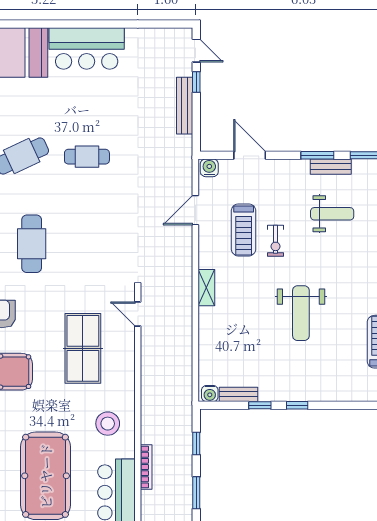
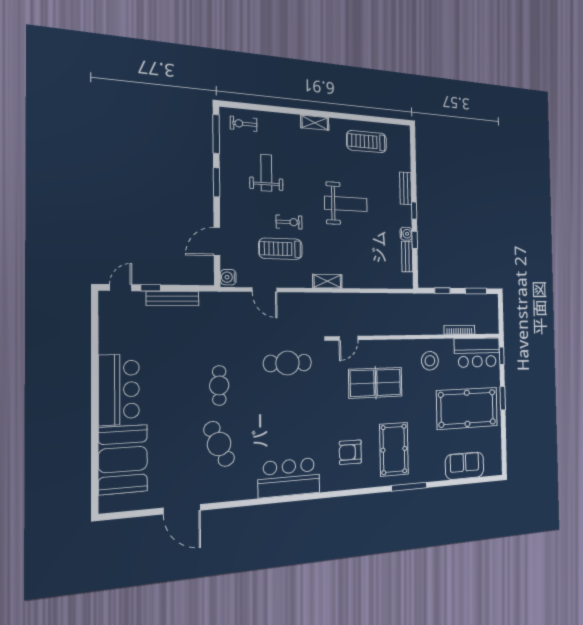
bench: (331, 167) -> (406, 188), moved
treadmill: (244, 230) -> (281, 249), turned 180
cafe table: (32, 244) -> (288, 363), moved
water cooler: (210, 394) -> (406, 234), moved

